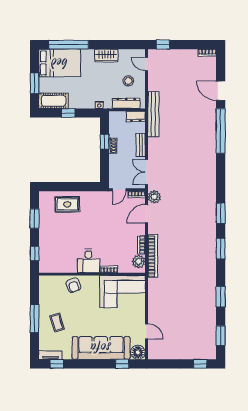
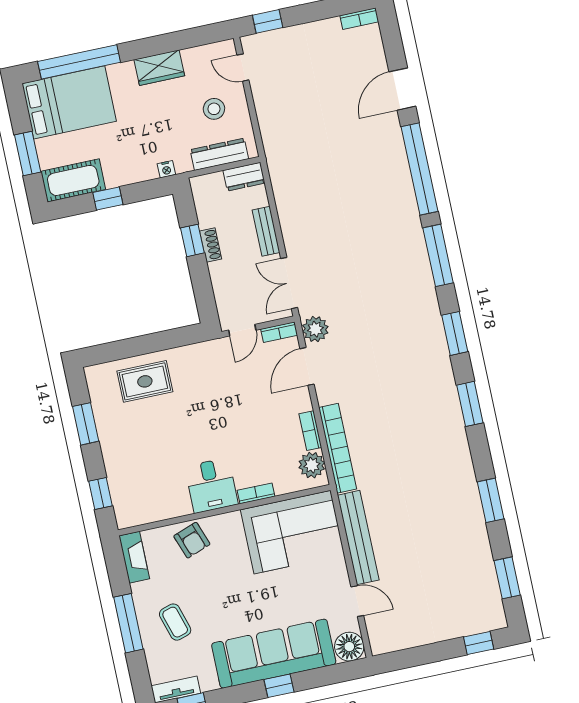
door: (221, 91) -> (402, 89), hinge flipped
bench: (153, 114) -> (358, 538), moved
window: (221, 174) -> (438, 255), added
fireplace: (44, 287) -> (134, 557), added
window: (122, 364) -> (279, 686), moved

